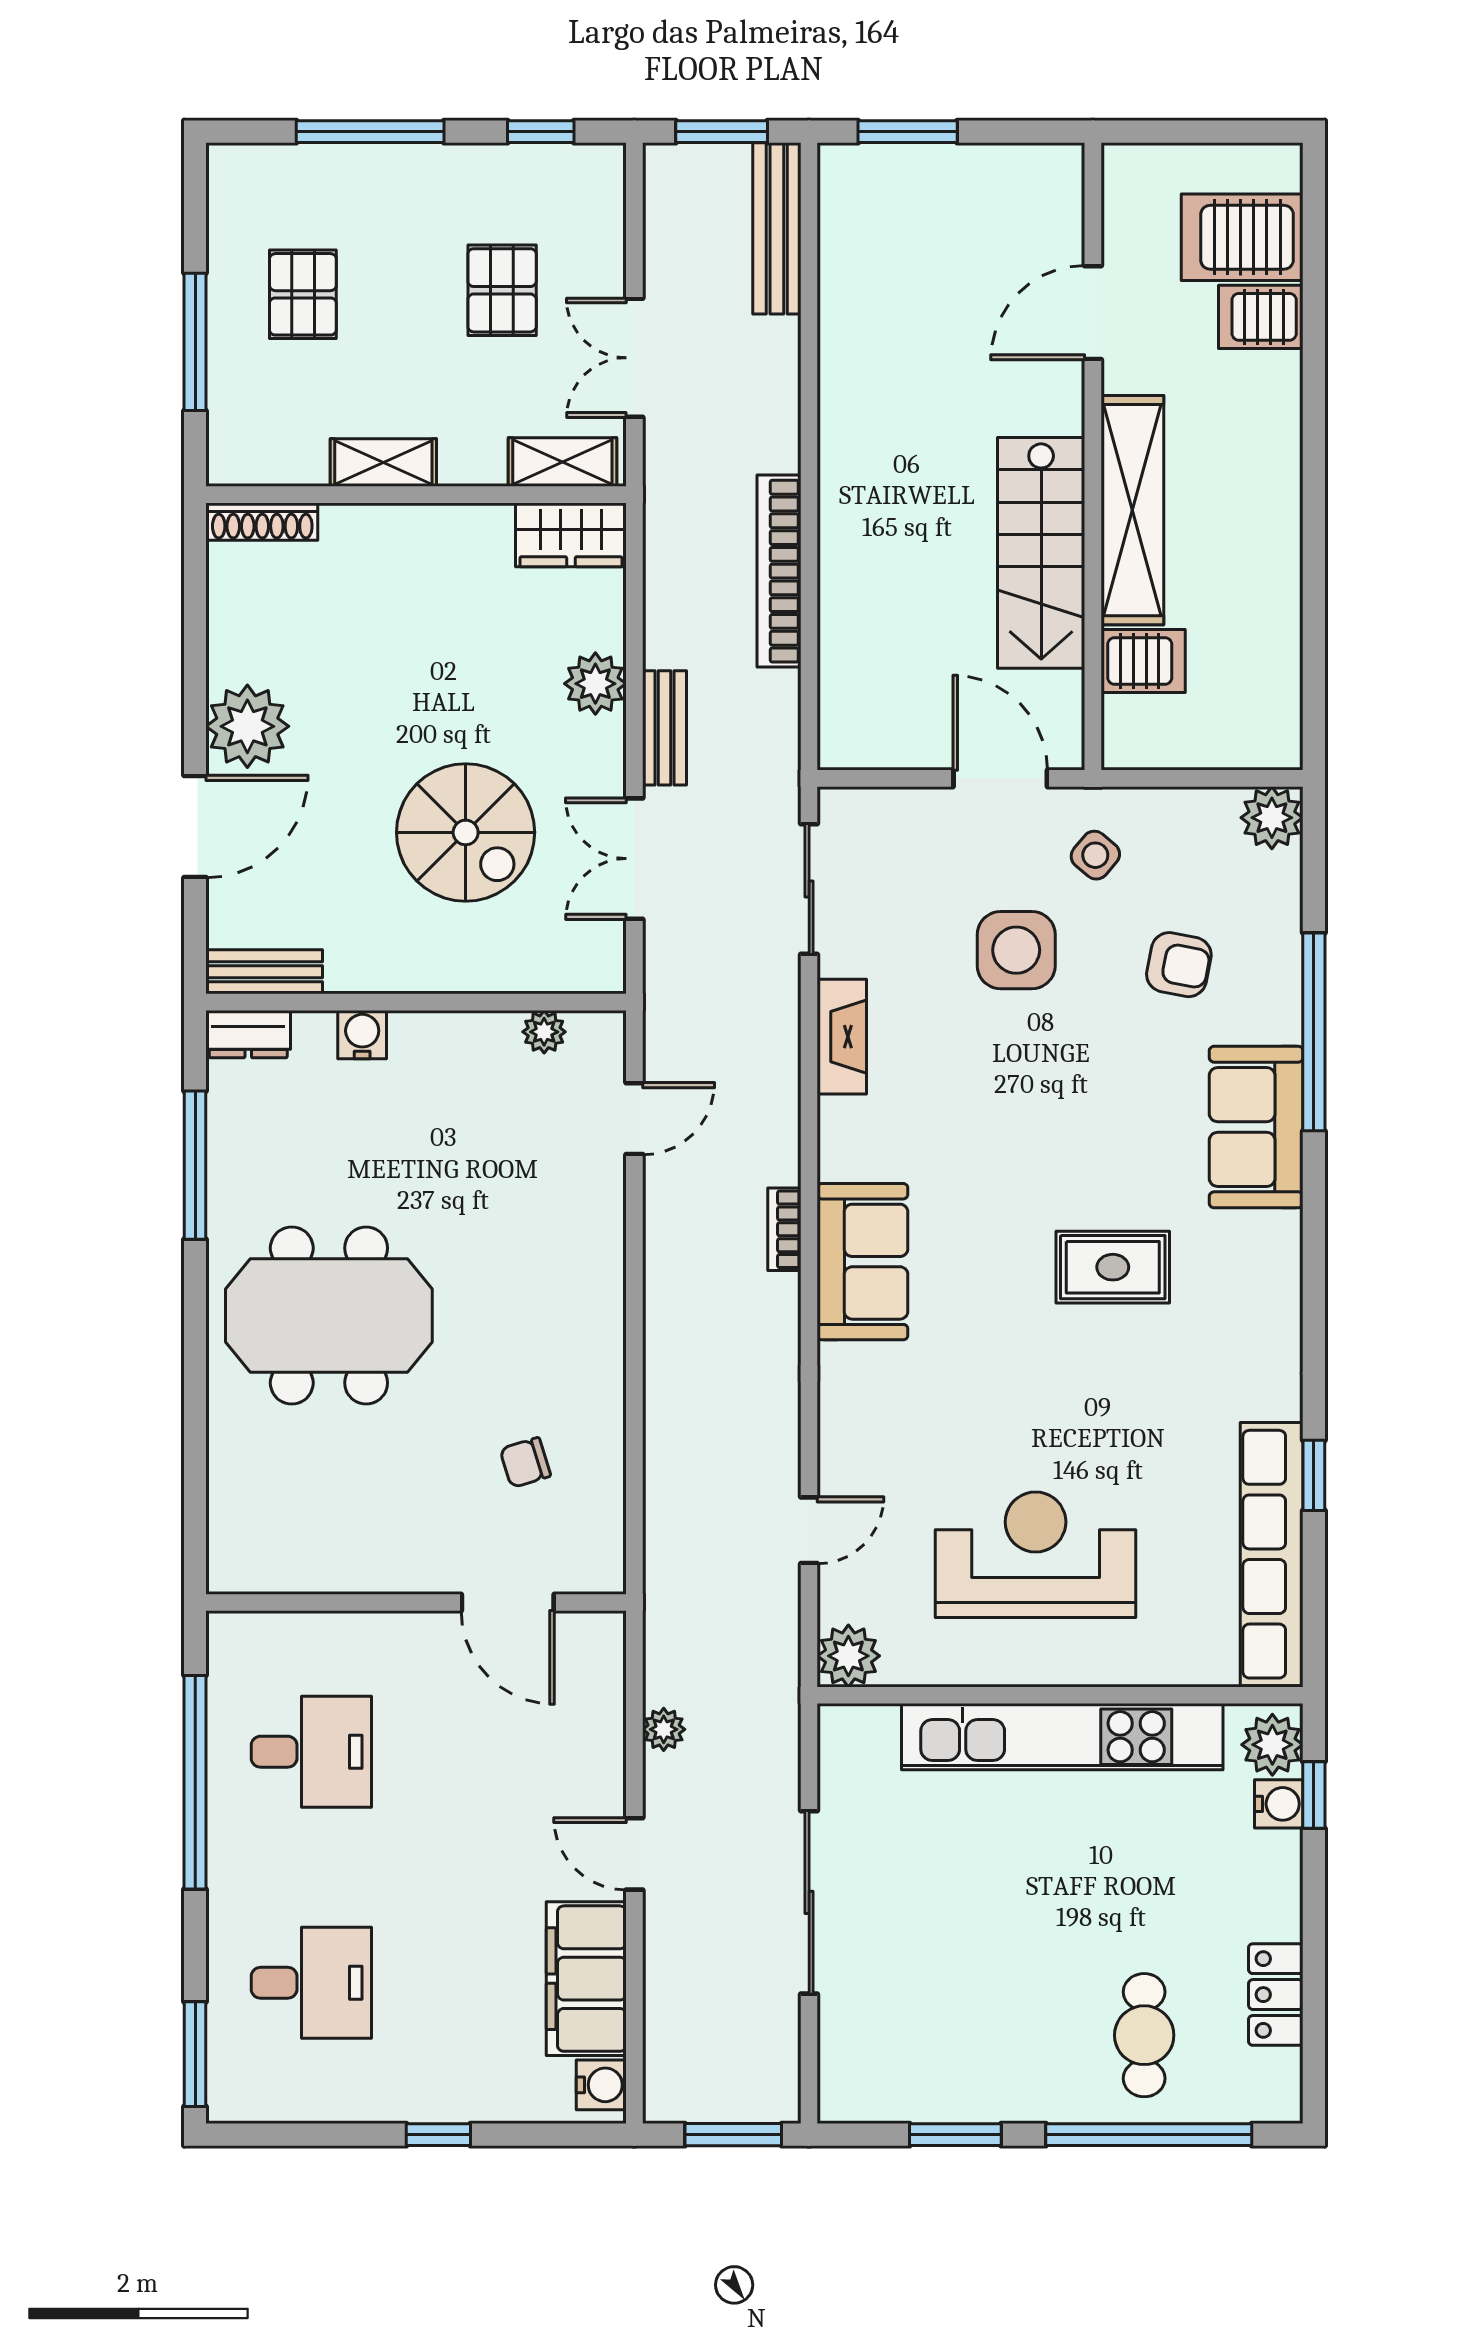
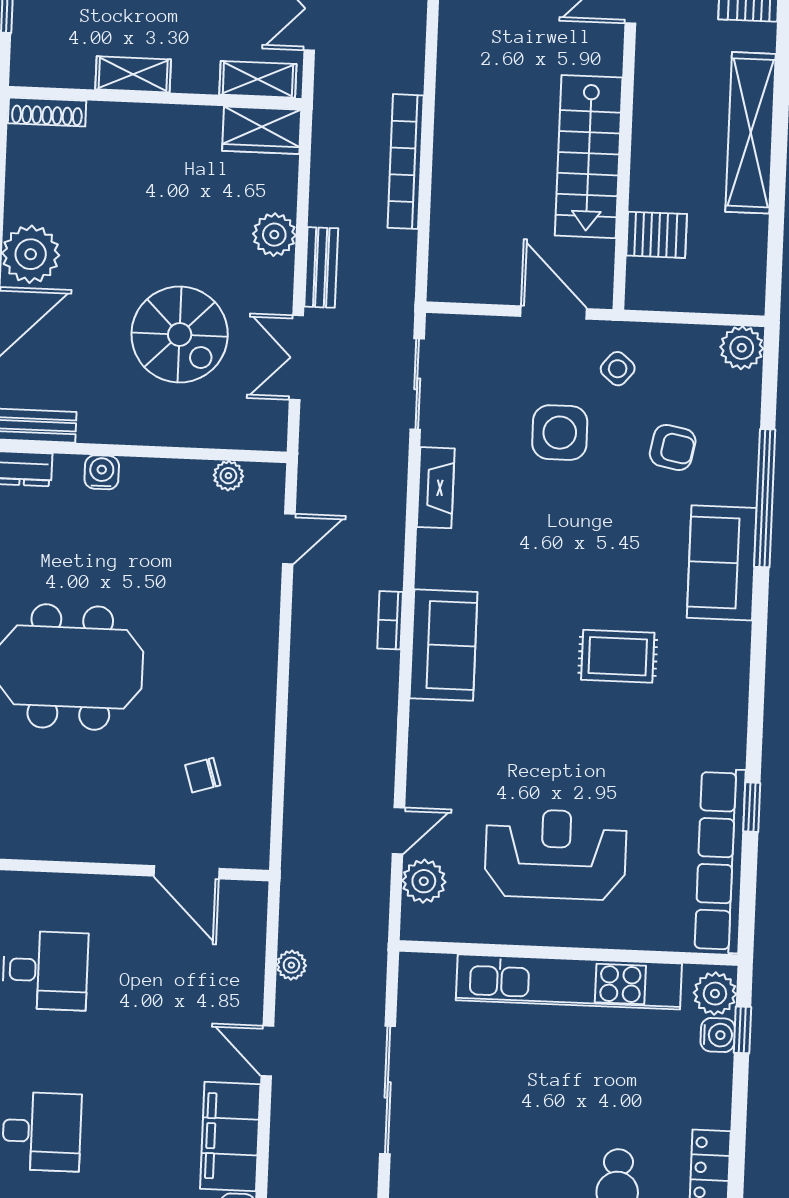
shelving: (1132, 510) -> (751, 133), moved
plant: (848, 1656) -> (424, 881), moved

